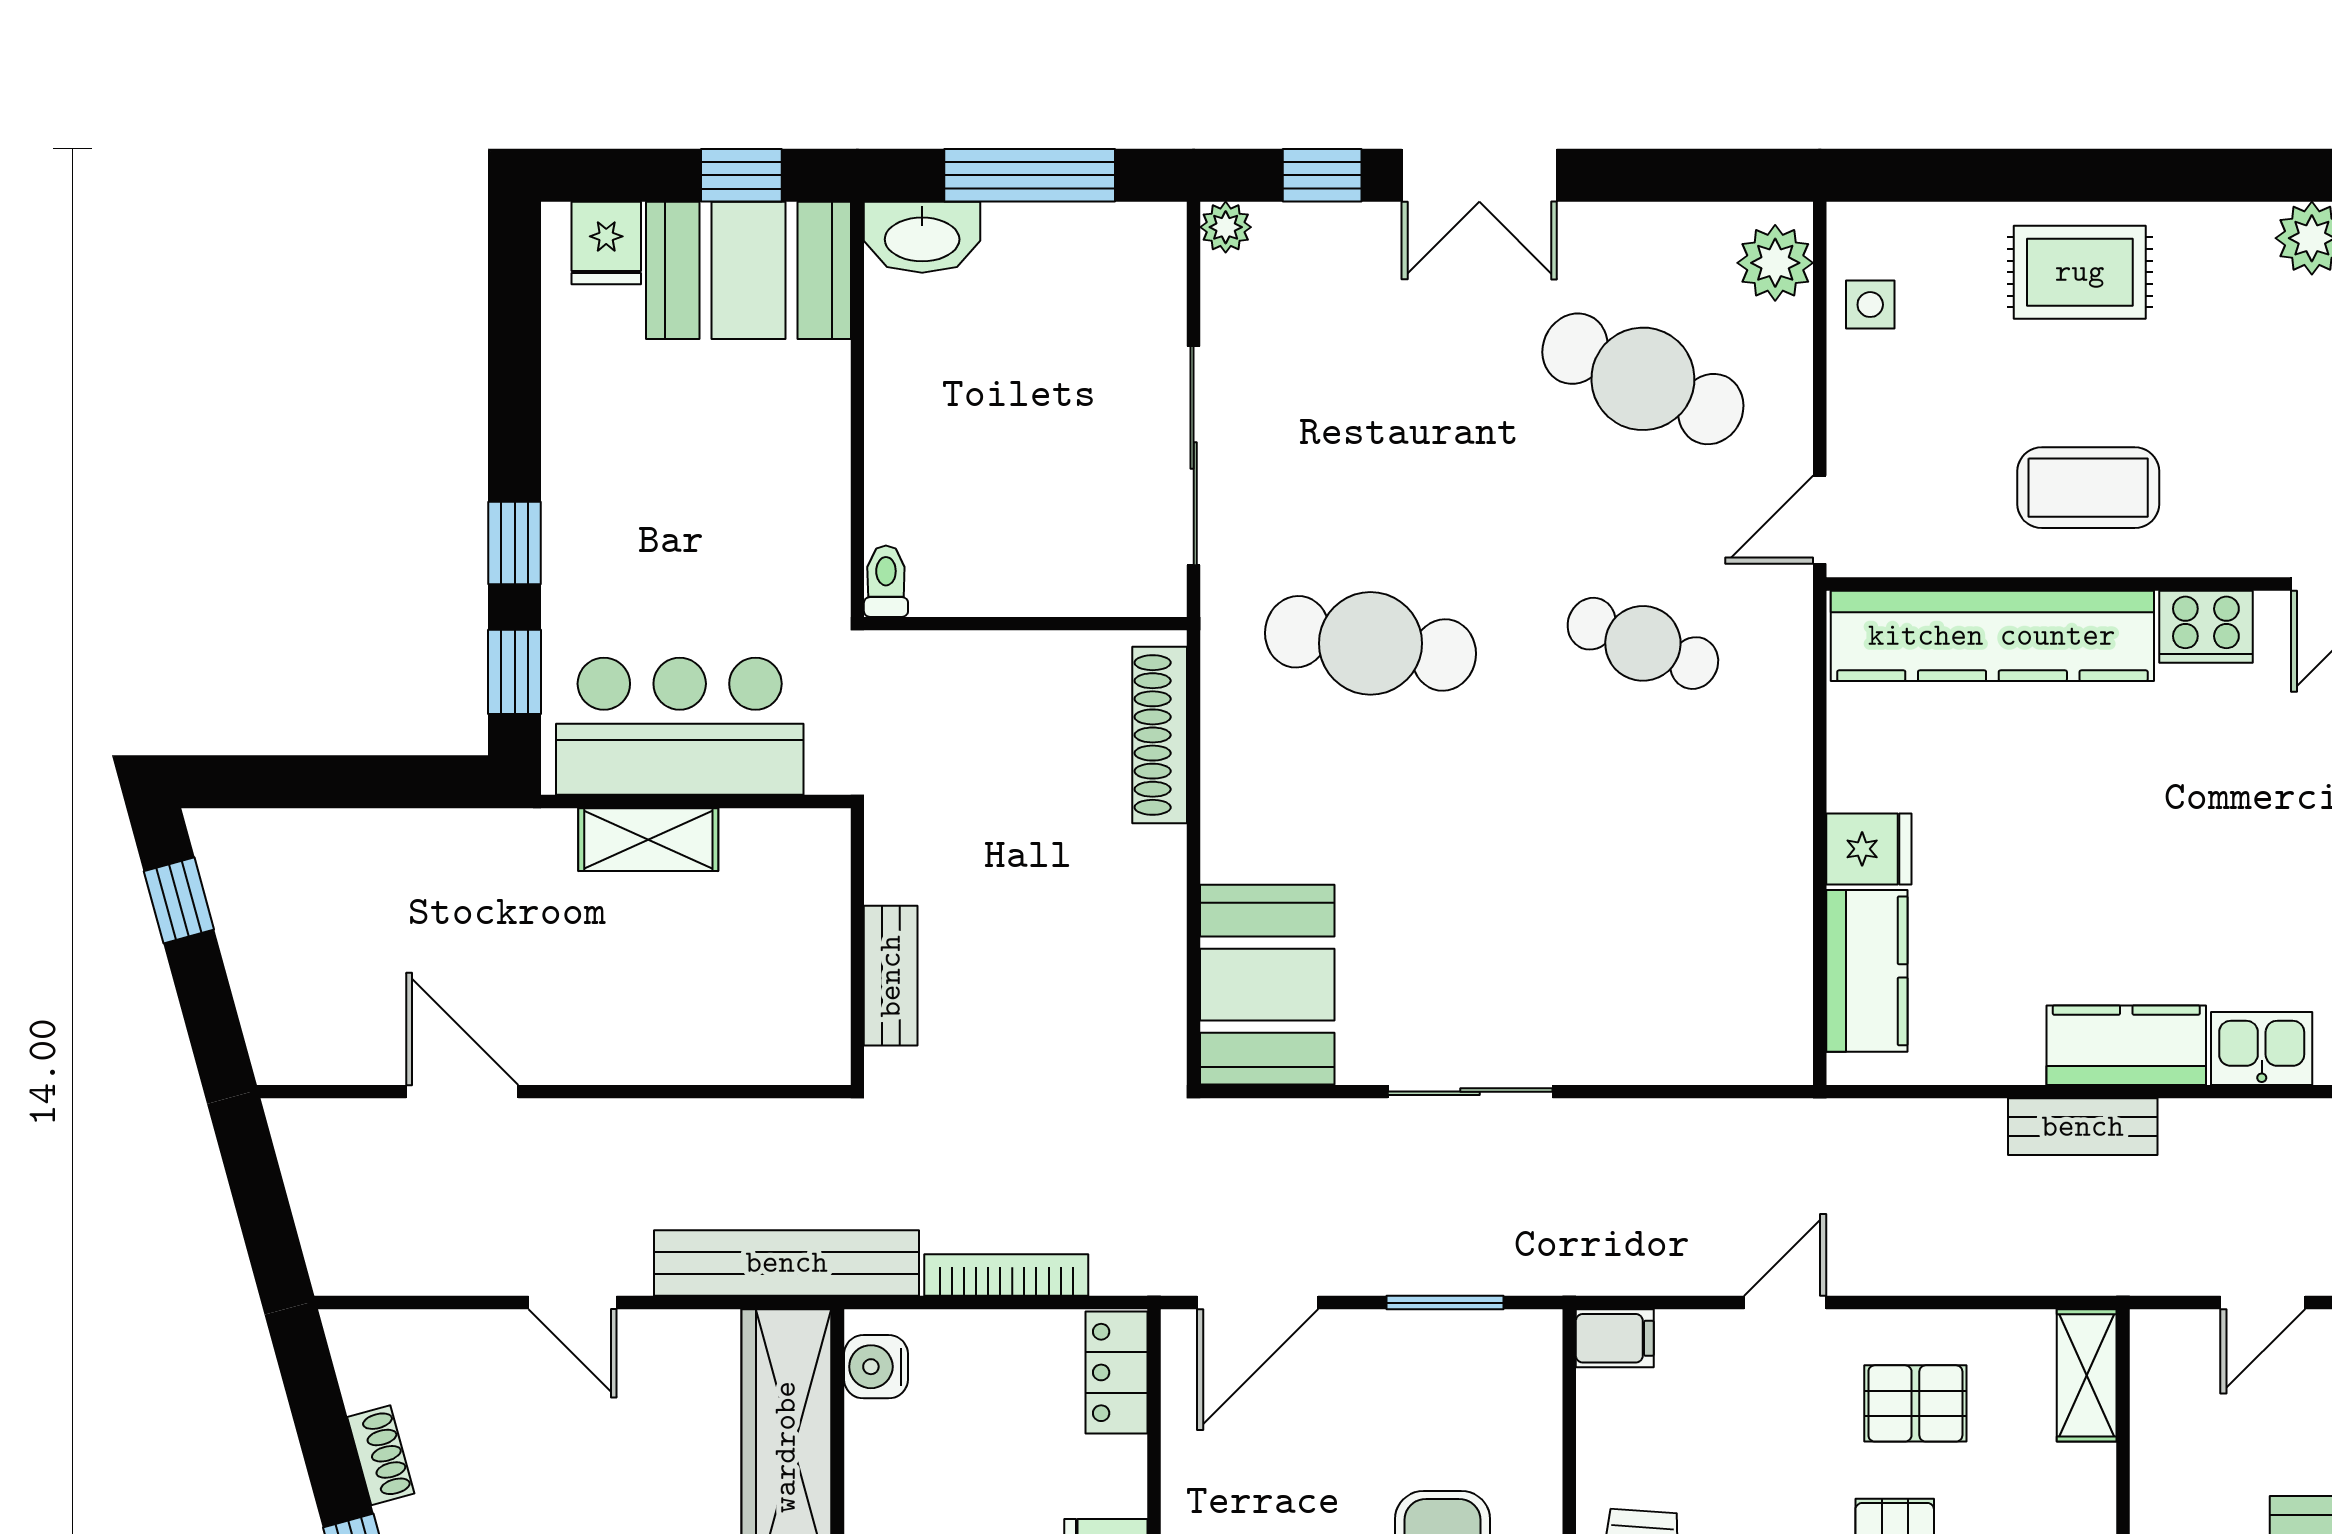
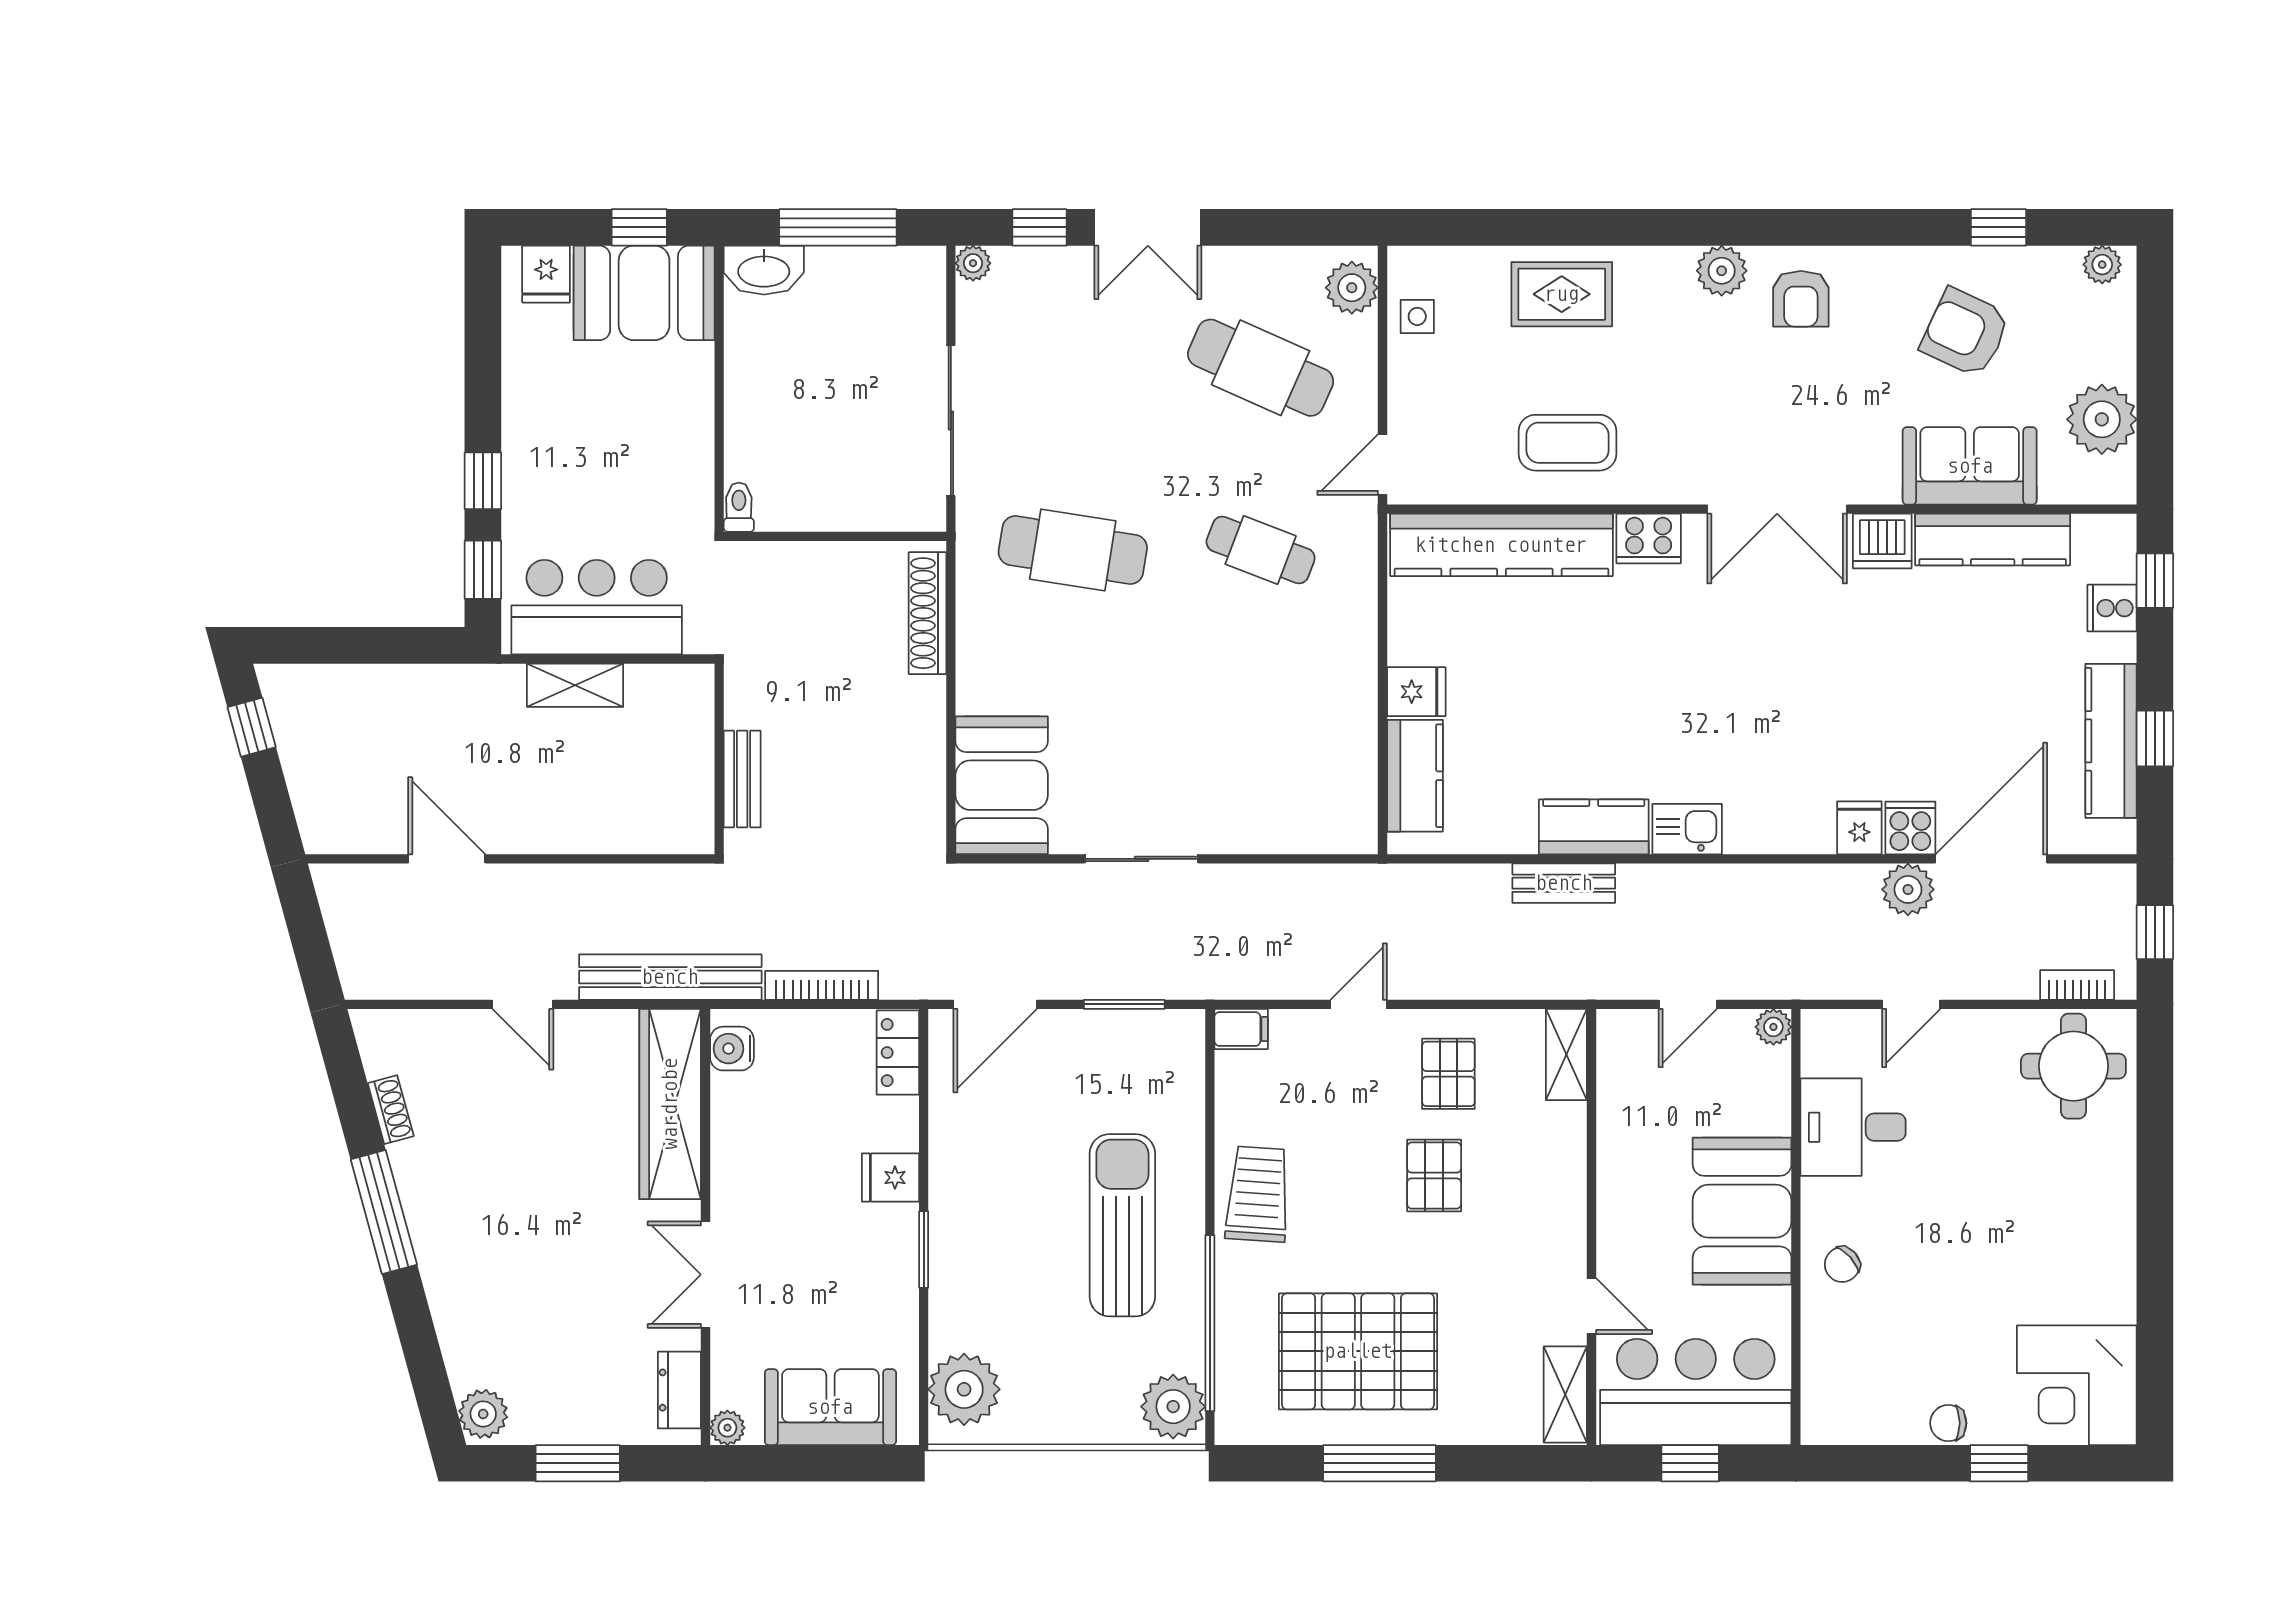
pallet: (1915, 1403) -> (1448, 1074), turned 90

